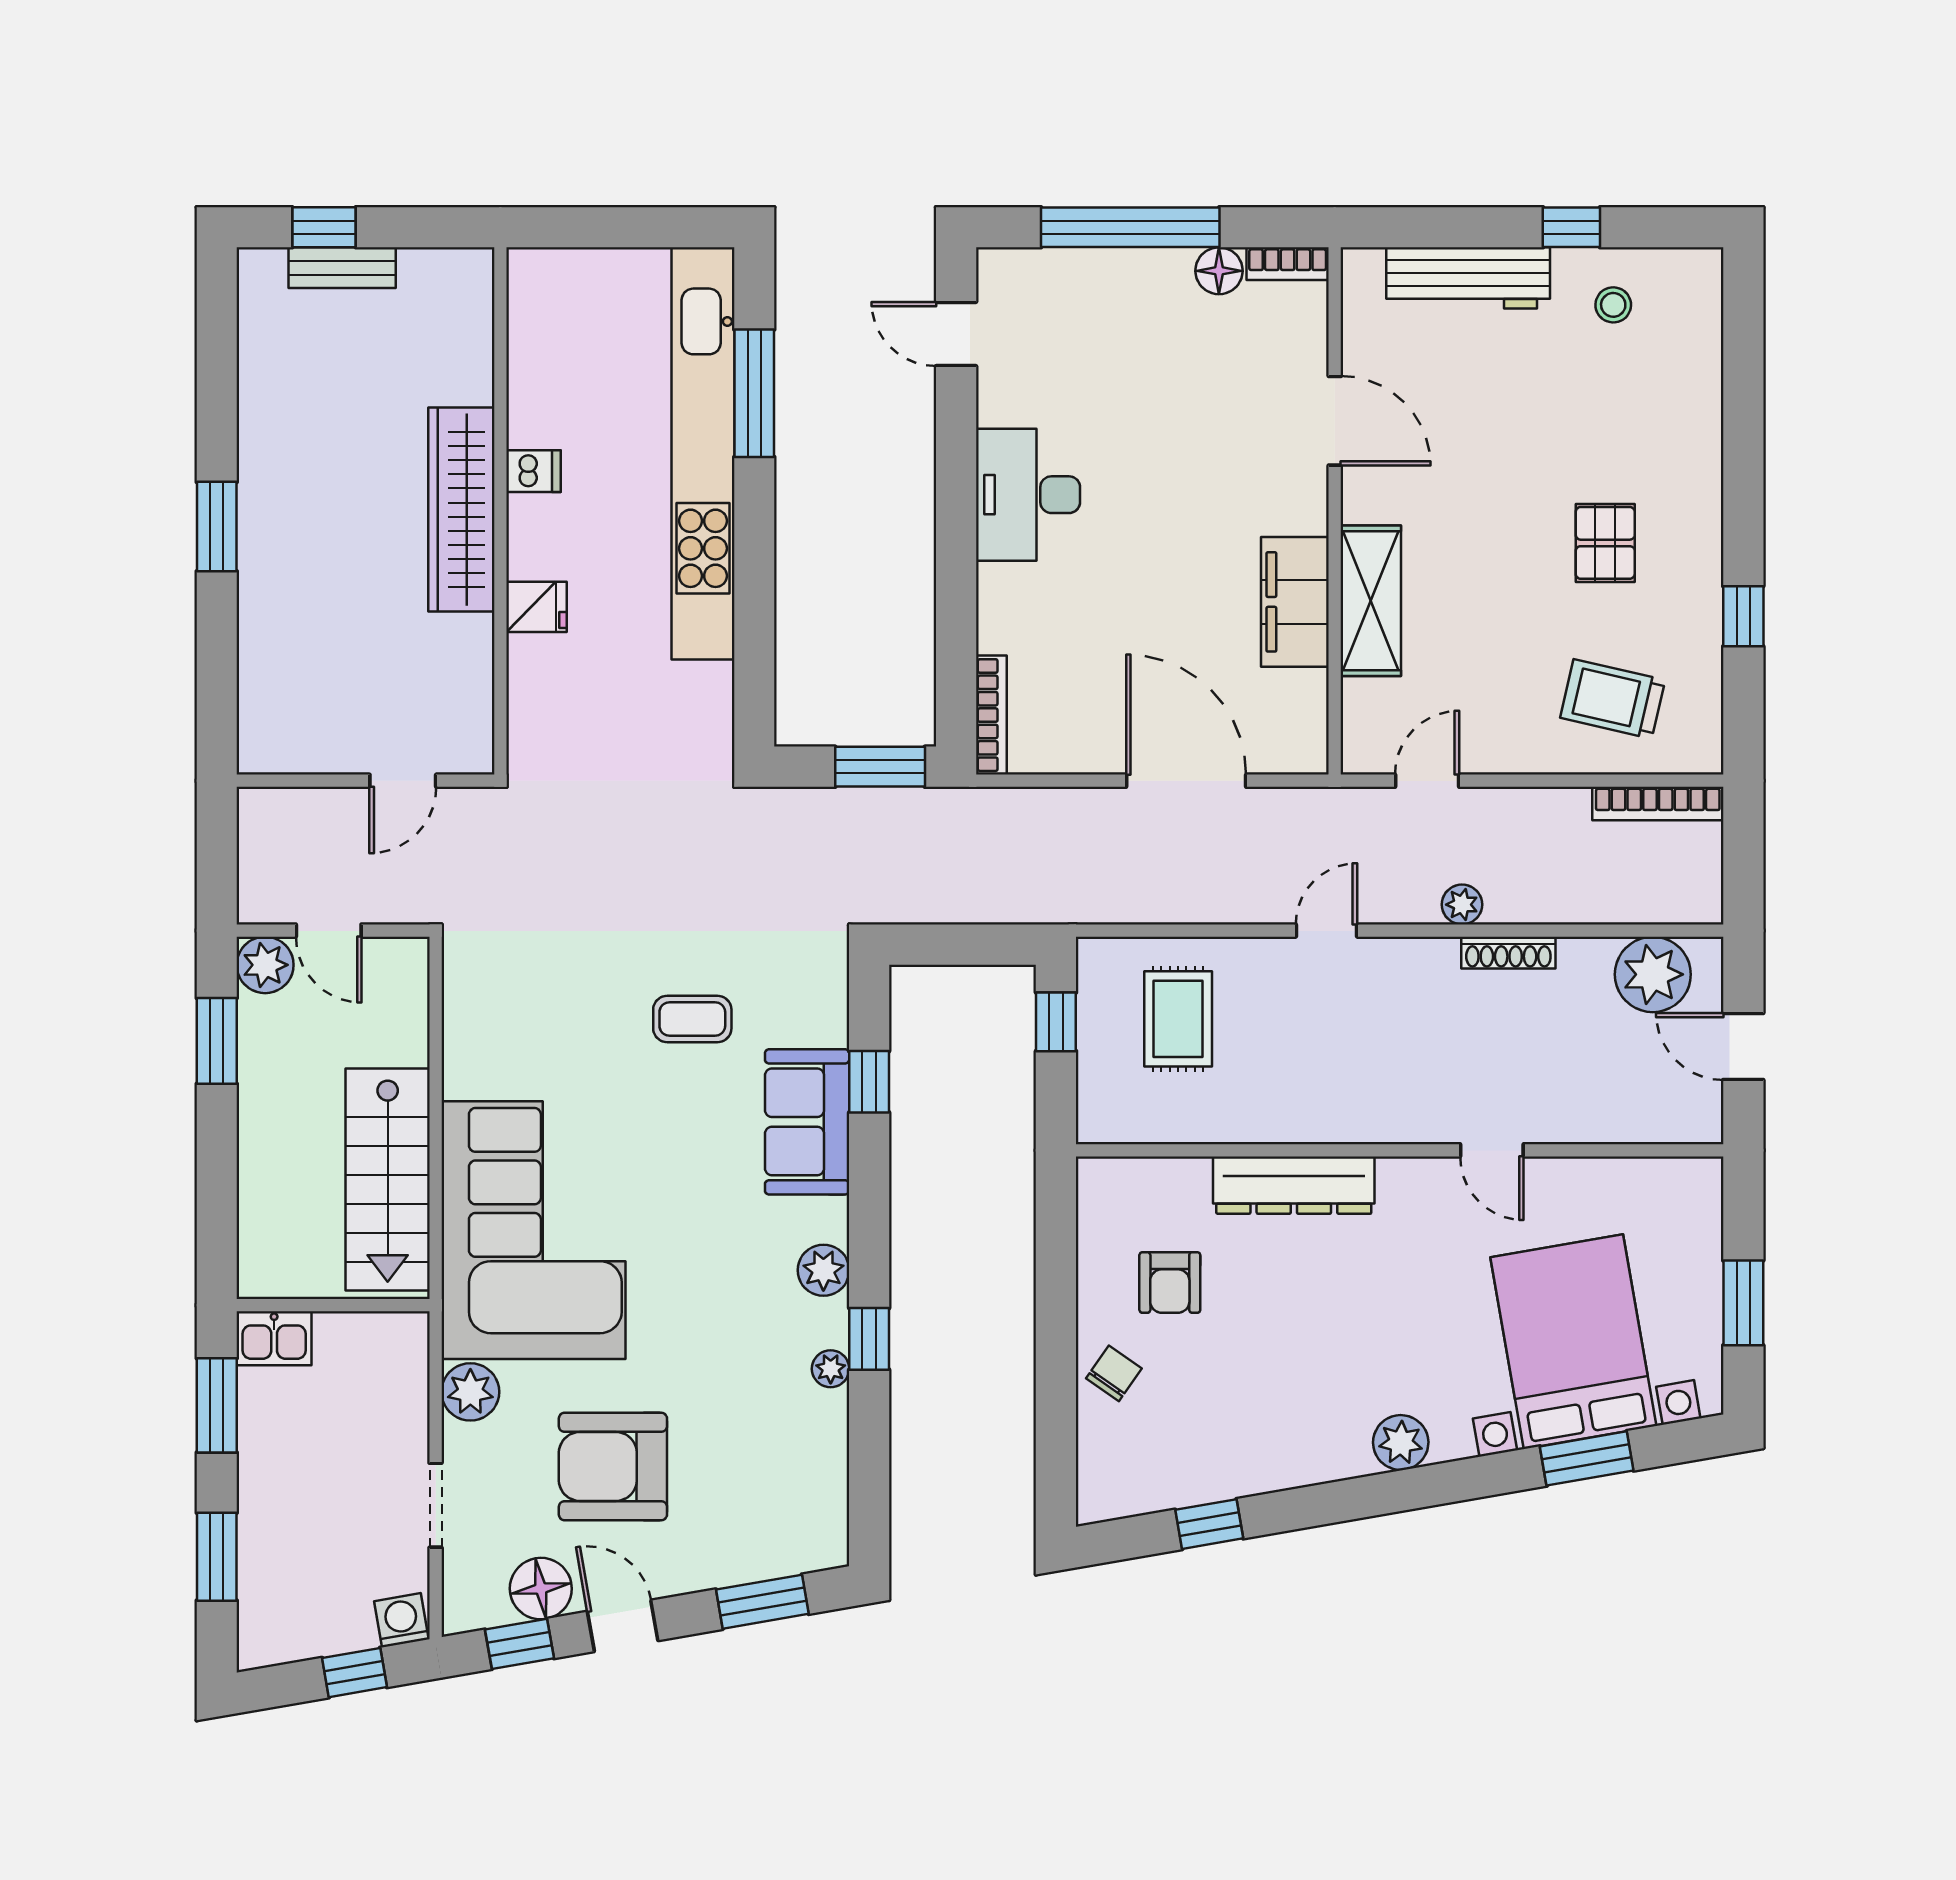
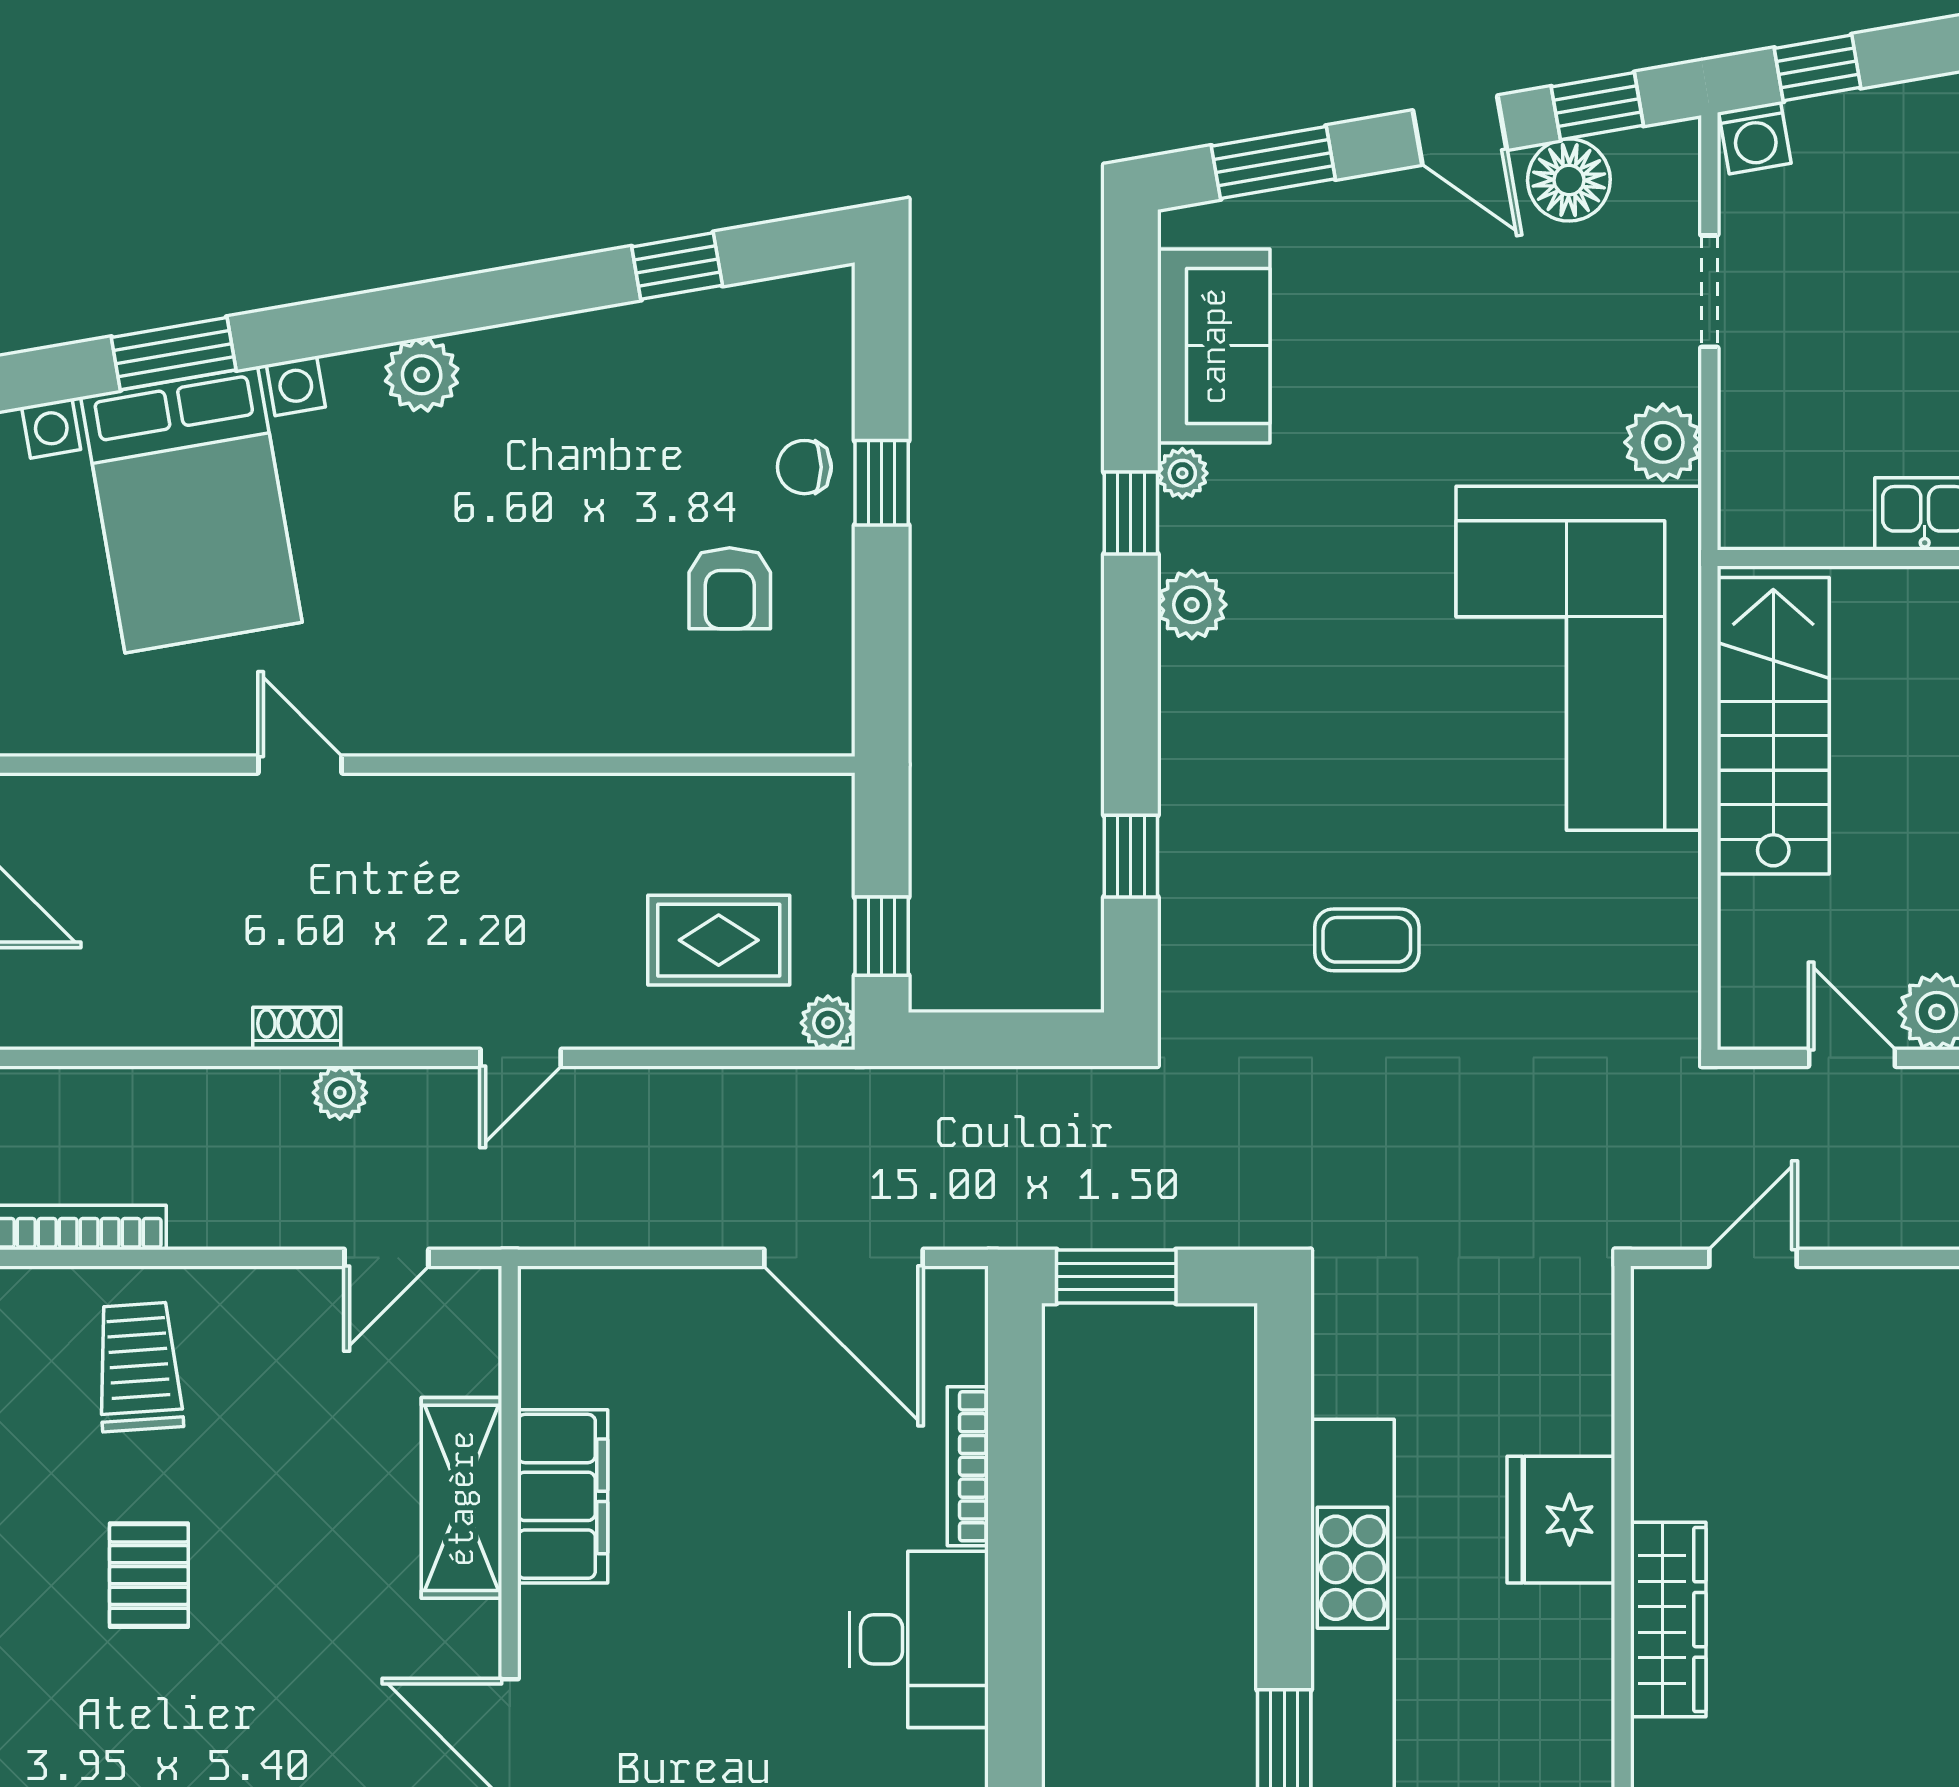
dishwasher: (534, 471) -> (1578, 1671), removed
wardrobe: (461, 510) -> (1668, 1620), width x0.71, depth x0.85
fridge: (537, 607) -> (1561, 1520), width x1.88, depth x1.34
trolley: (1613, 699) -> (139, 1367), turned -107
bookcase: (991, 715) -> (968, 1466), moved
door: (1186, 781) -> (844, 1258), moved
shoe rack: (1508, 953) -> (297, 1029), width x0.70
plant: (1653, 974) -> (828, 1023), moved, width x0.53, depth x0.53
rug: (1178, 1019) -> (719, 940), turned 90
sofa: (807, 1122) -> (1214, 346), moved
dresser: (1294, 1185) -> (564, 718), removed
armchair: (1170, 1283) -> (730, 588), turned 180
window: (1056, 1362) -> (882, 483), added
chair: (1114, 1373) -> (804, 467), turned 55
armchair: (613, 1466) -> (1473, 343), removed

